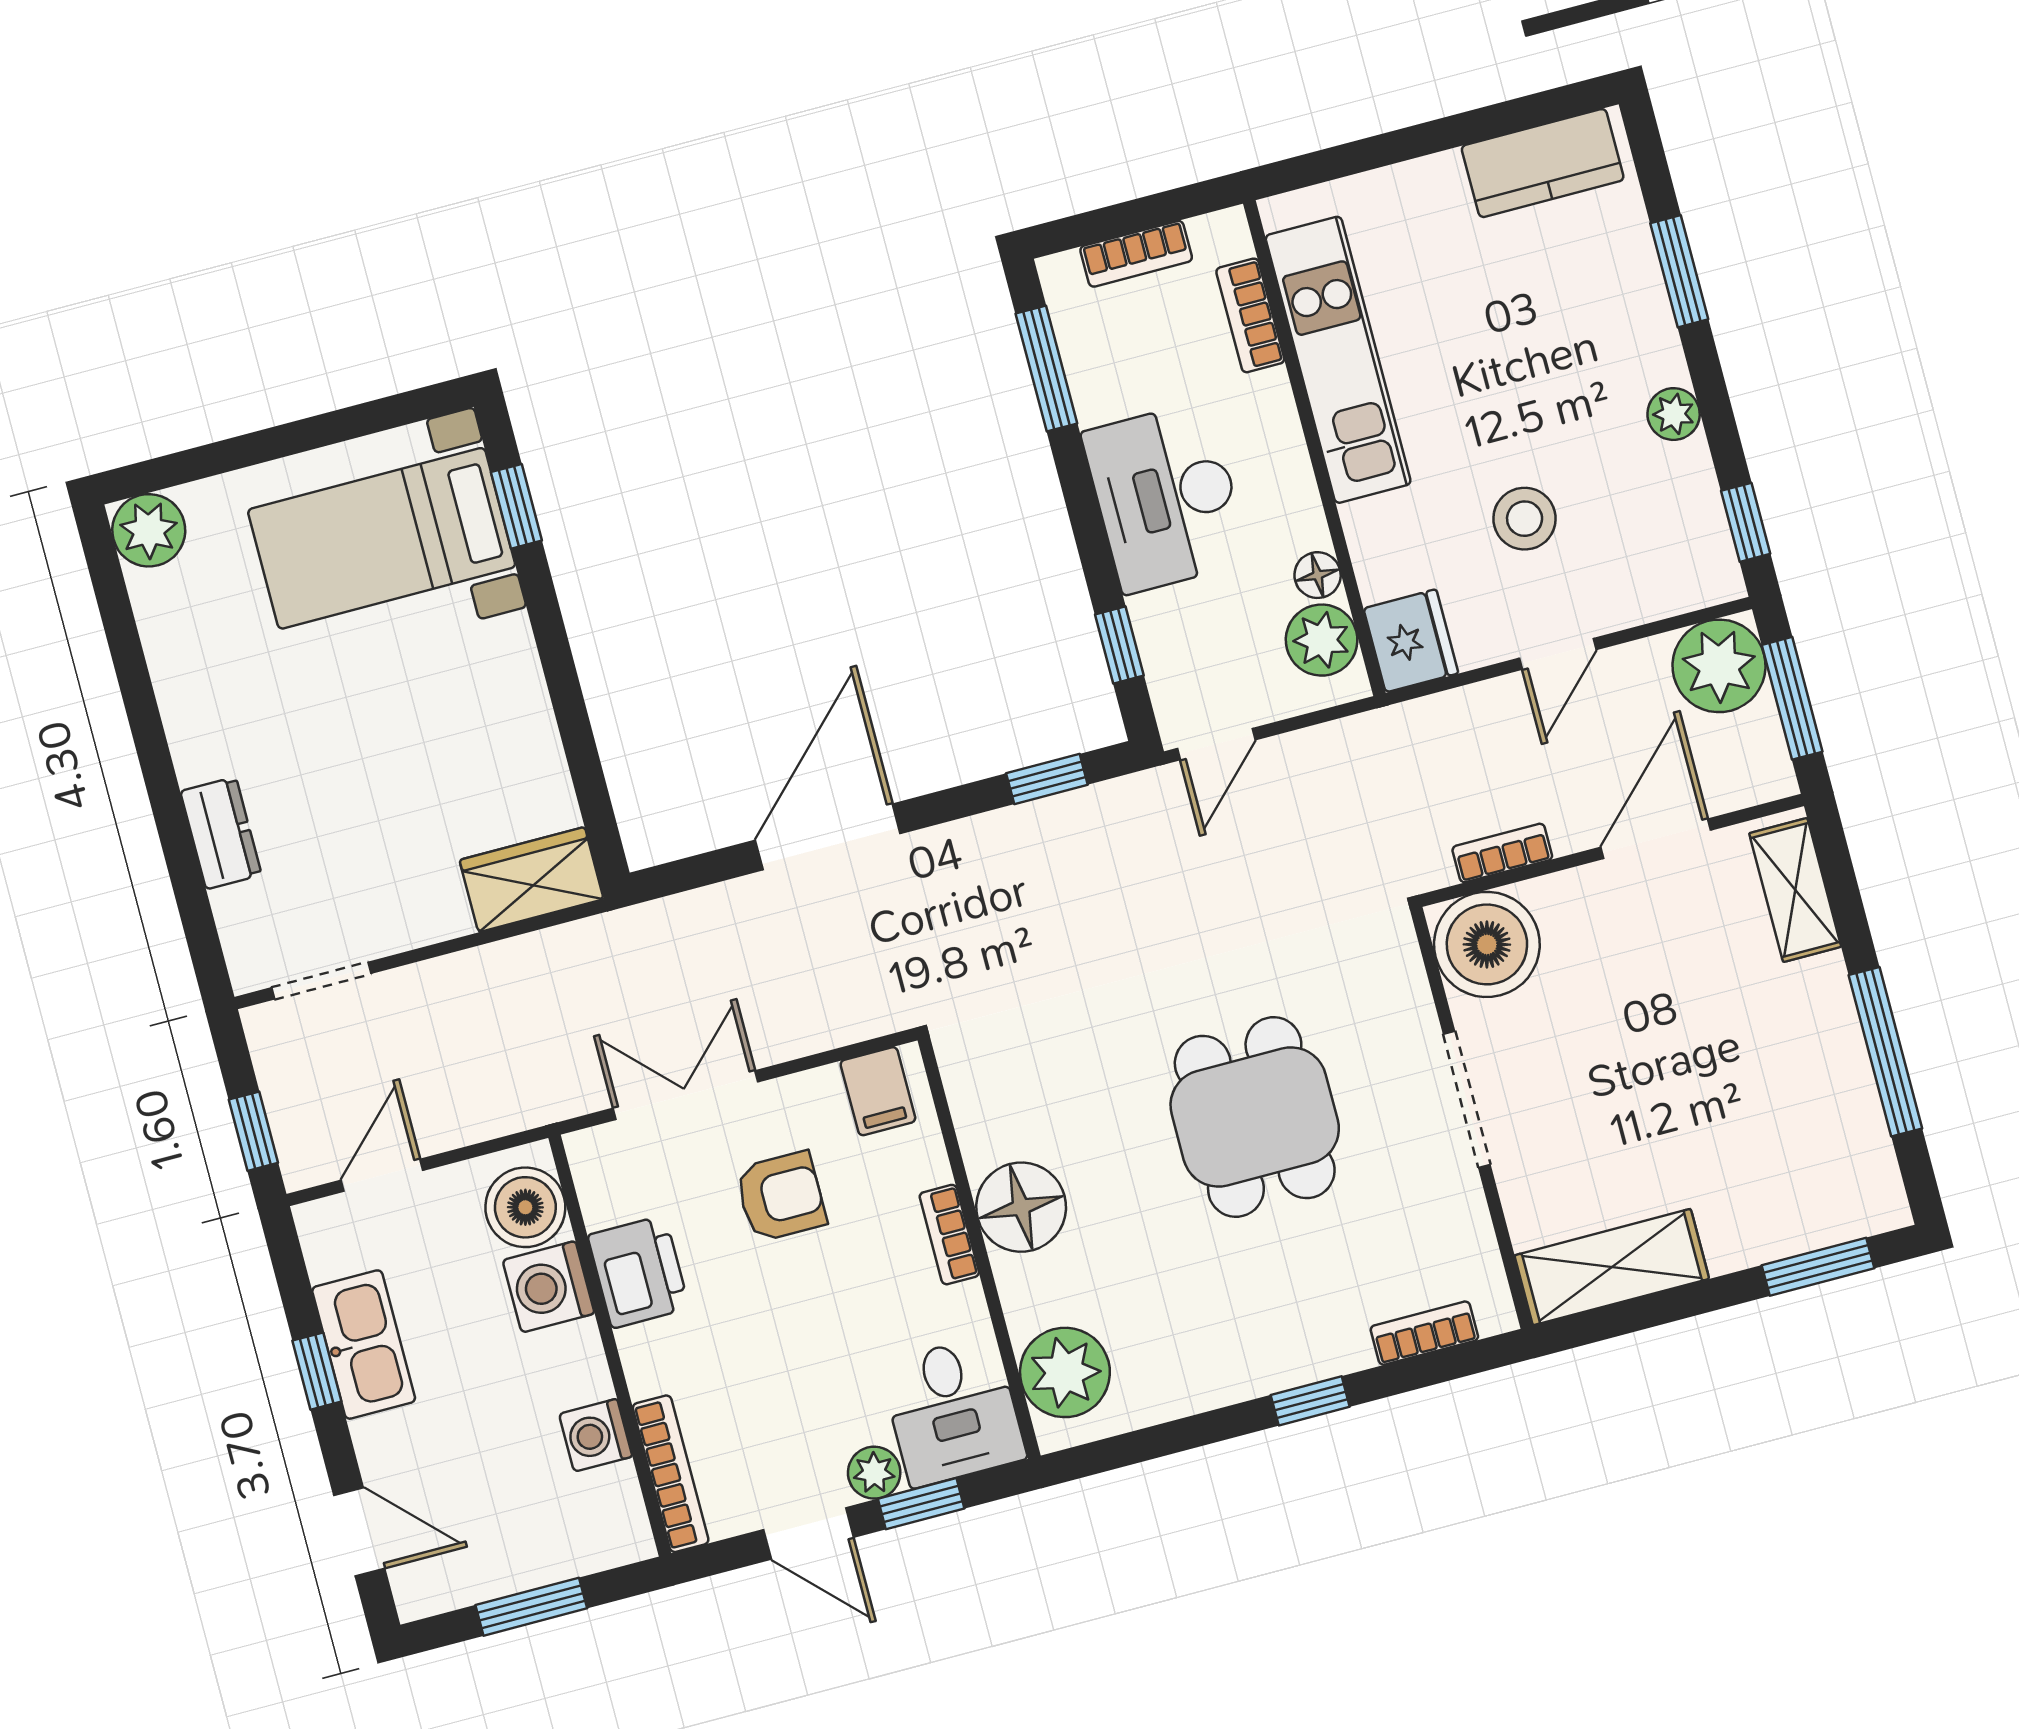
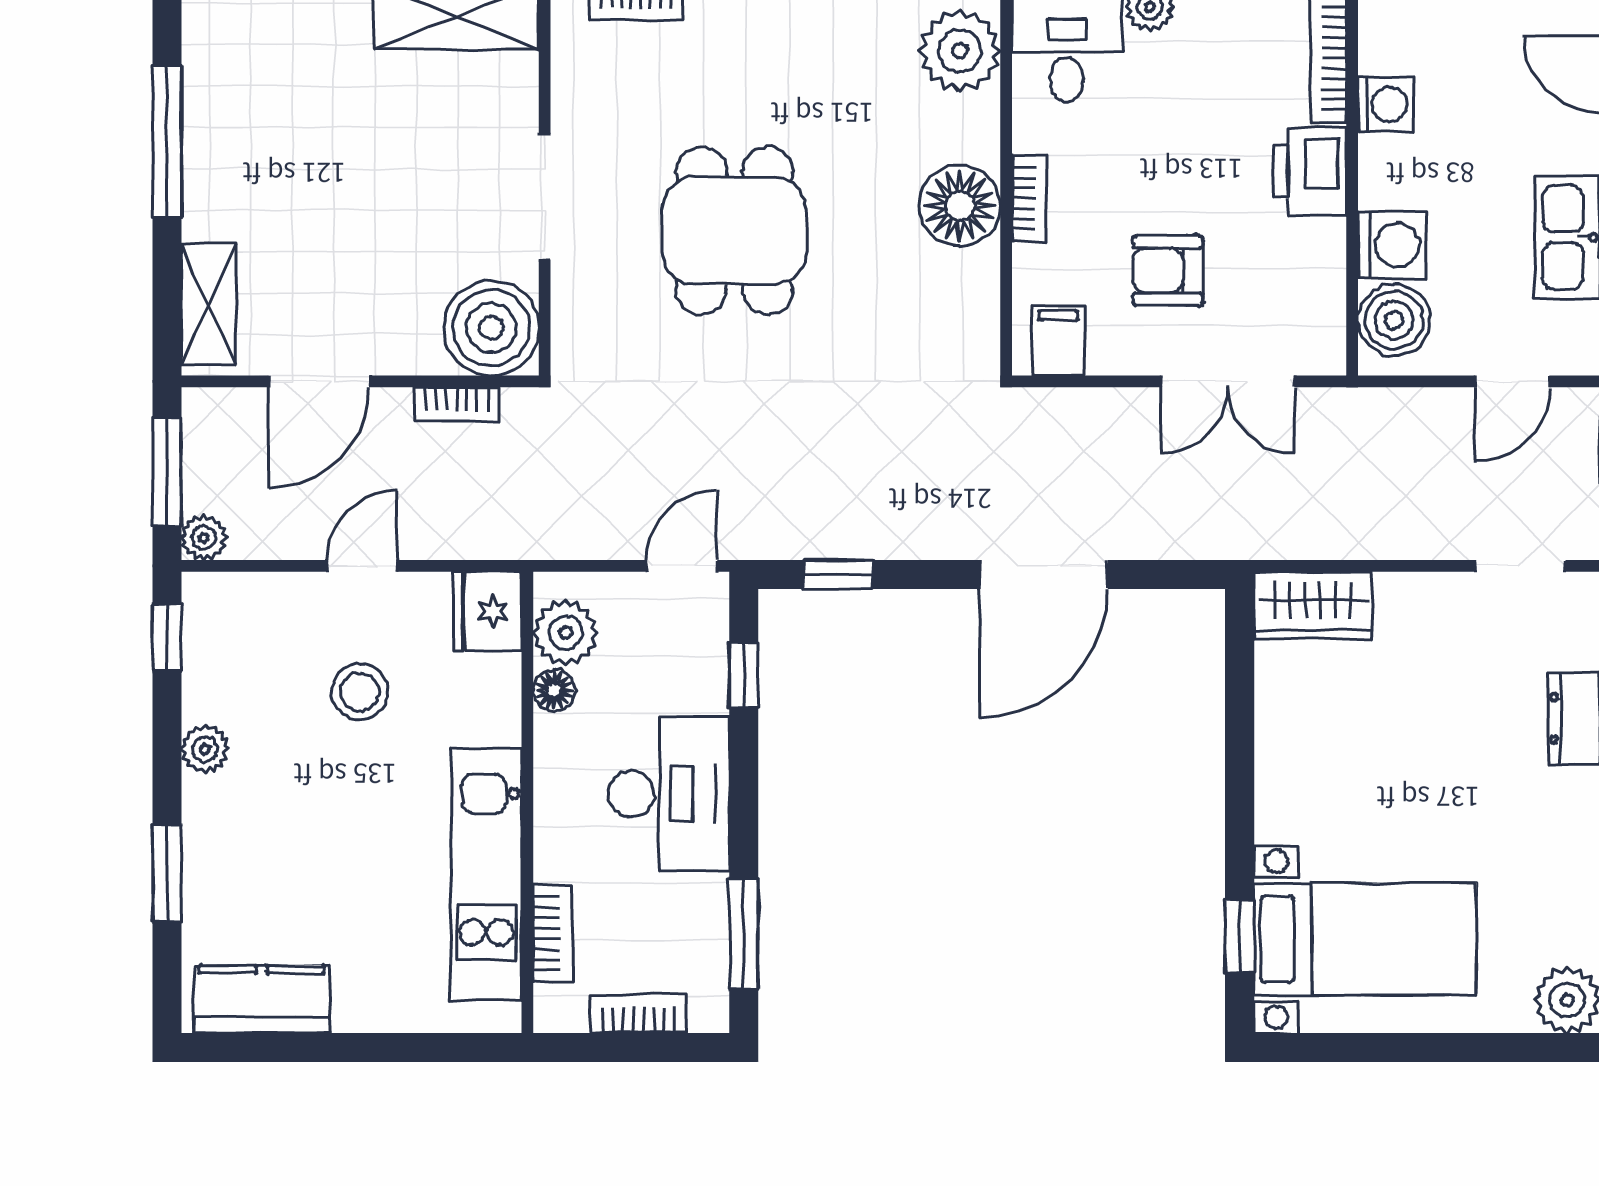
plant: (1719, 666) -> (204, 538), width x0.53, depth x0.53
printer: (638, 1272) -> (1310, 172), moved

